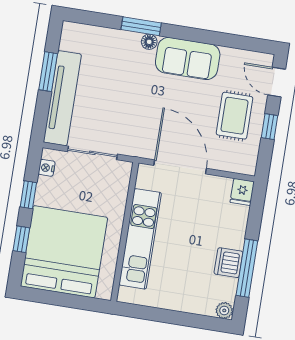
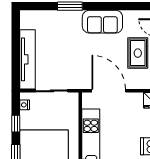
floor lamp: (149, 42) -> (76, 15), removed
window: (48, 72) -> (16, 44), removed

